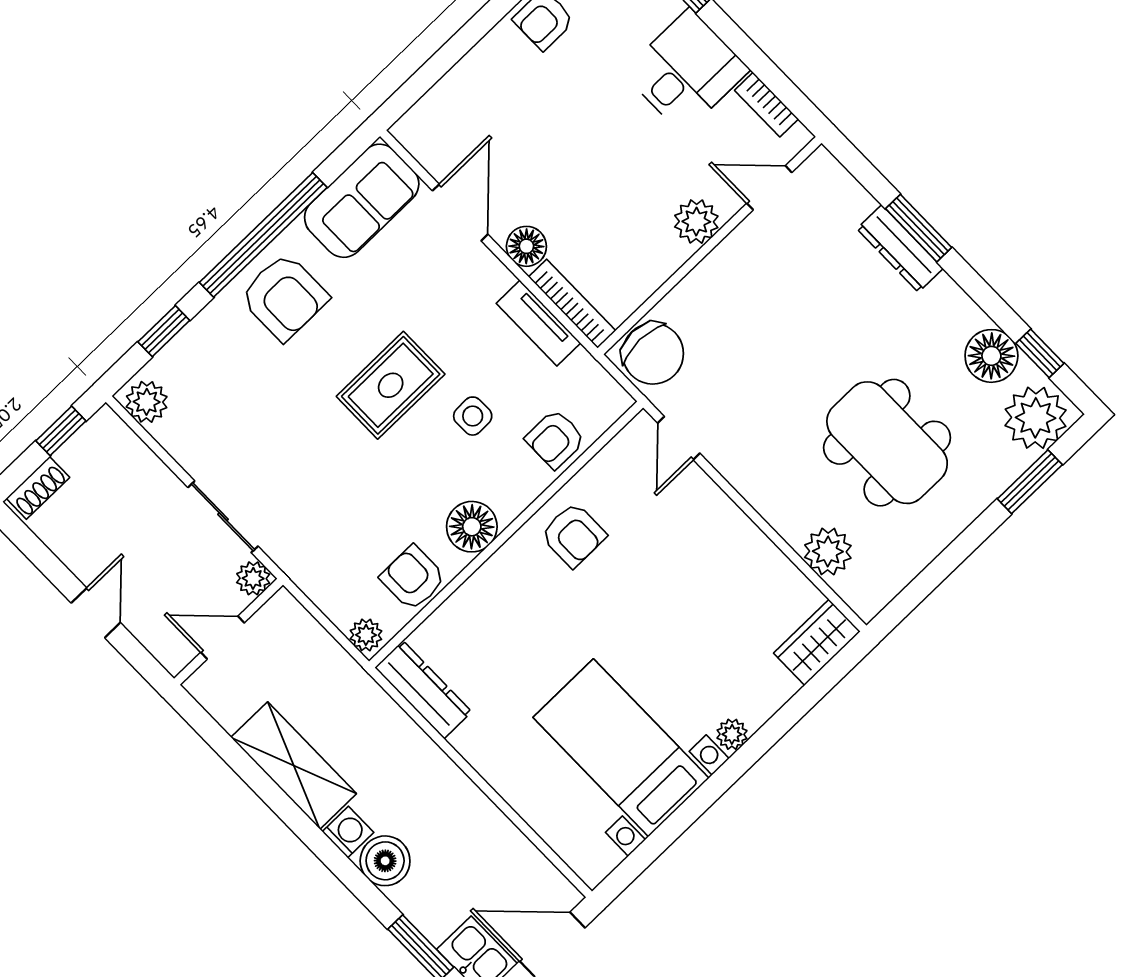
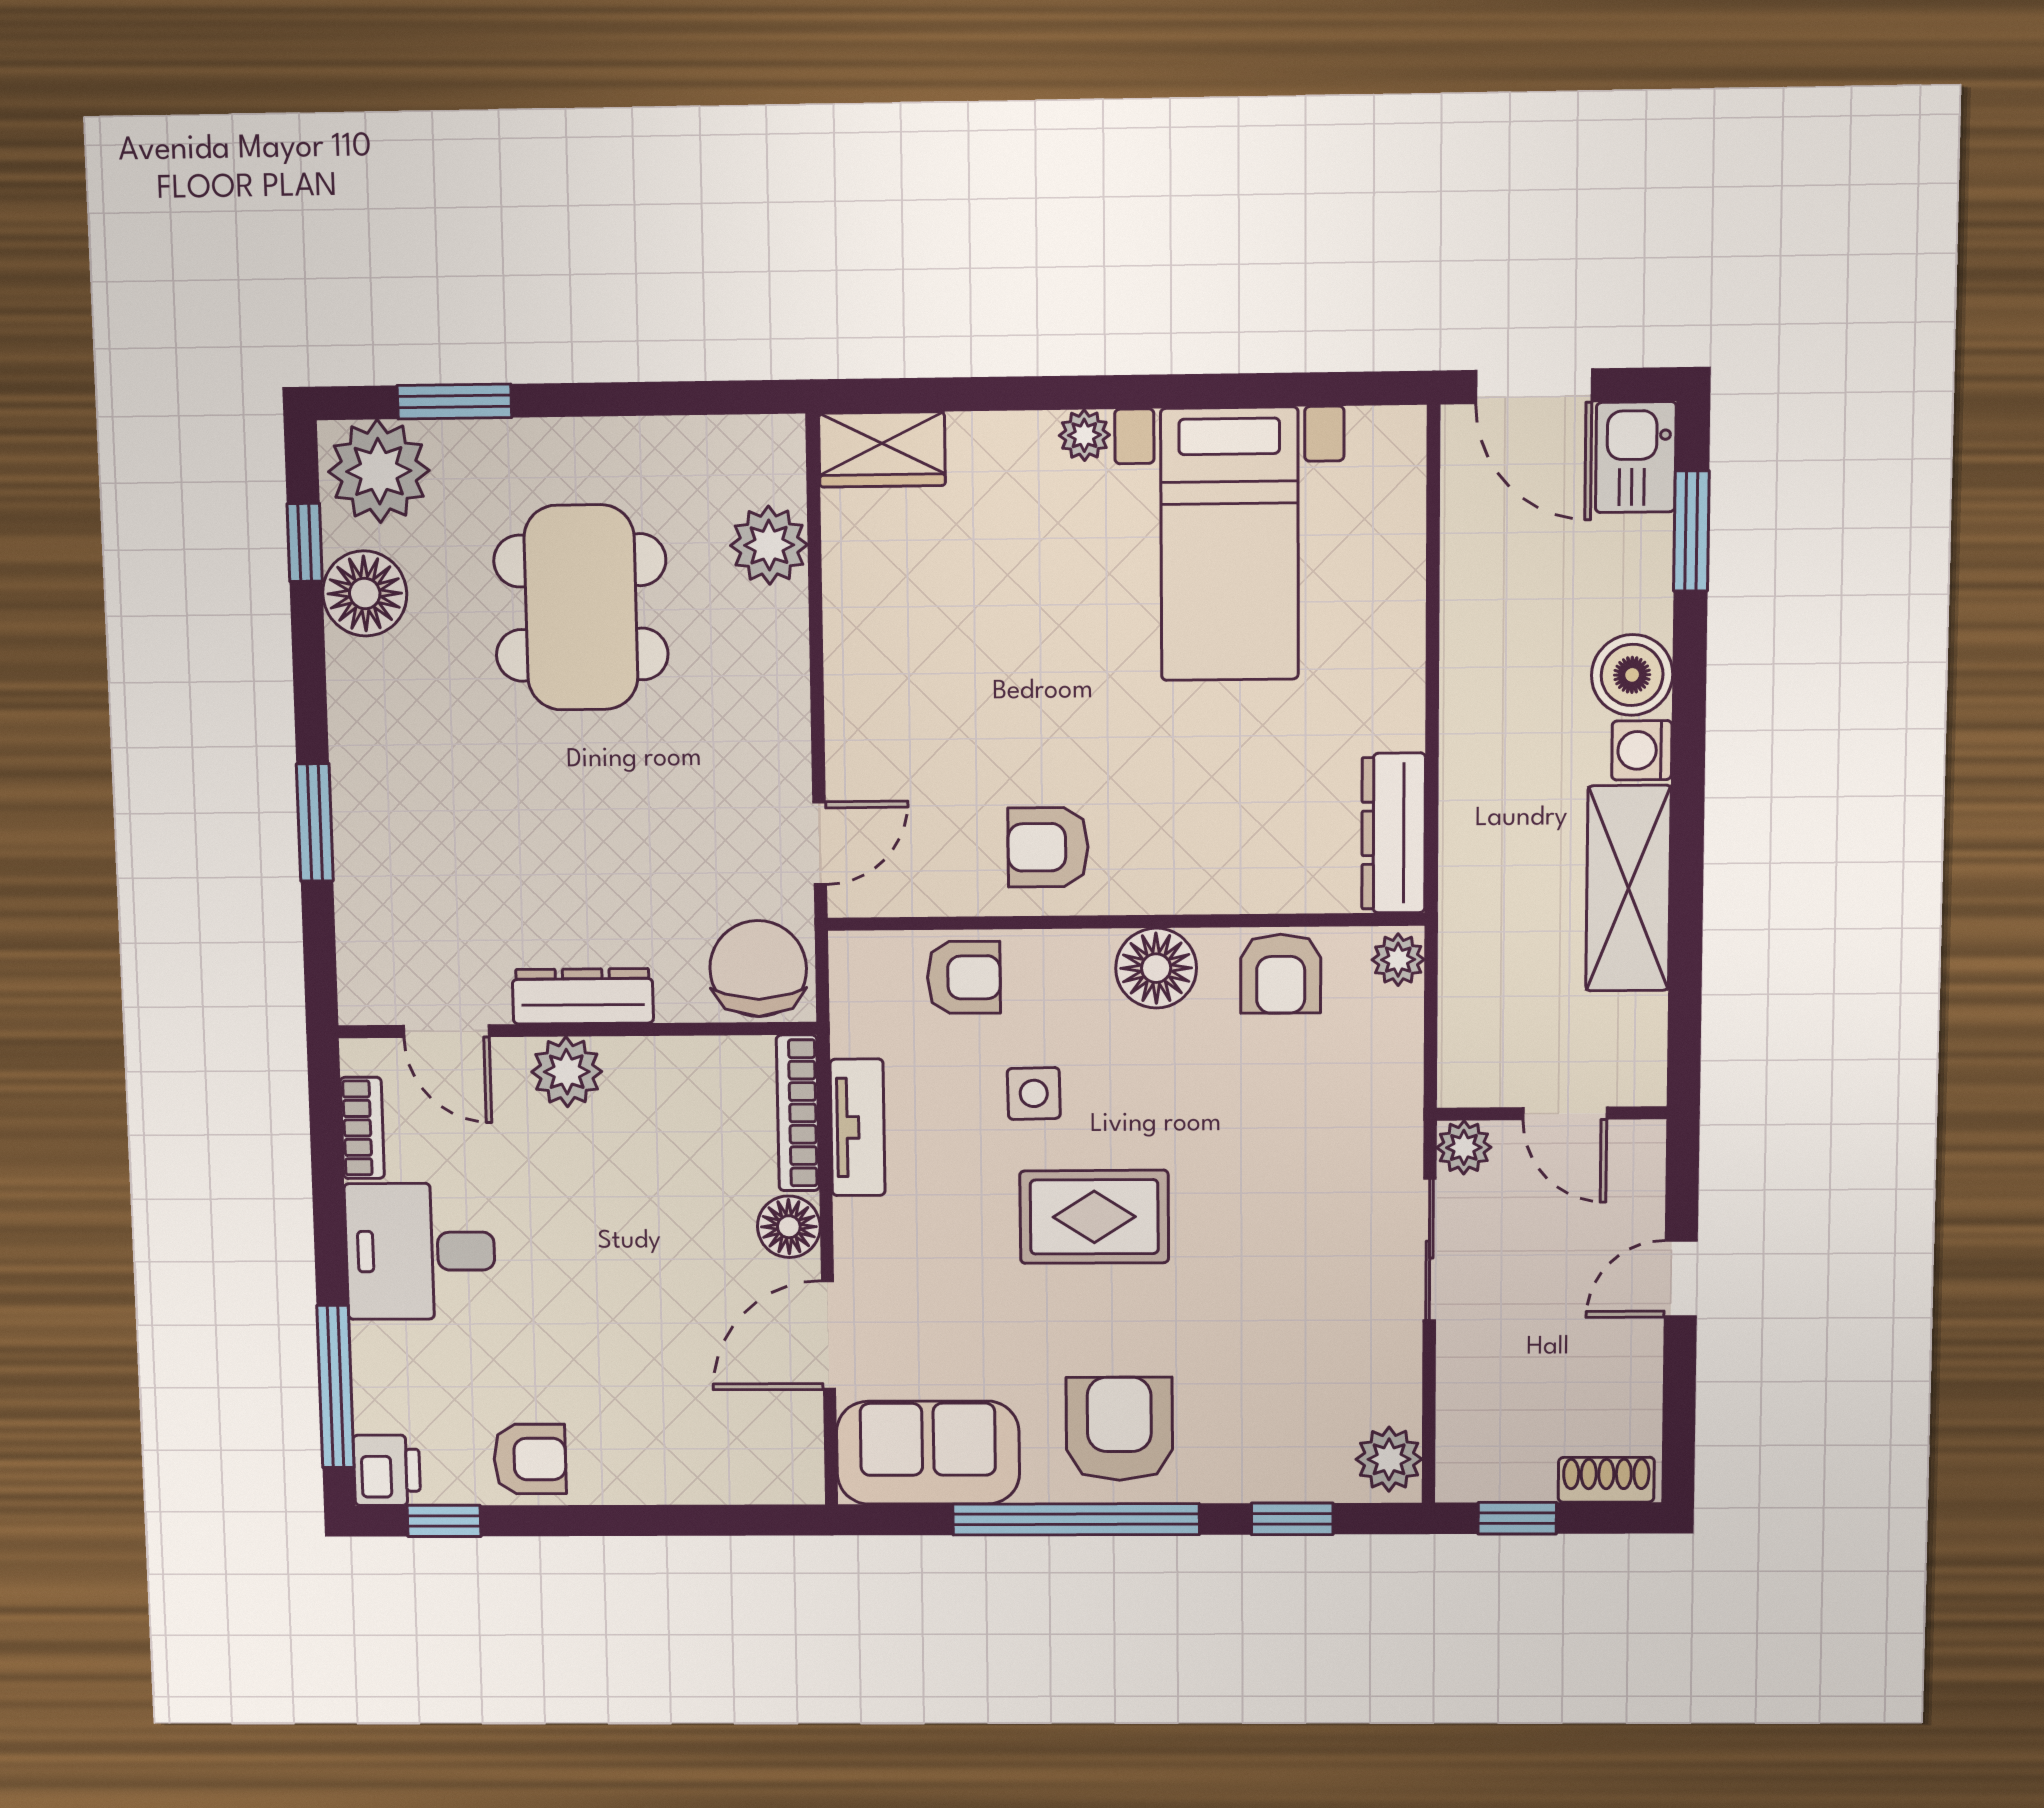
dresser: (900, 249) -> (583, 996), moved, turned -90
armchair: (573, 535) -> (1048, 847), turned -90

